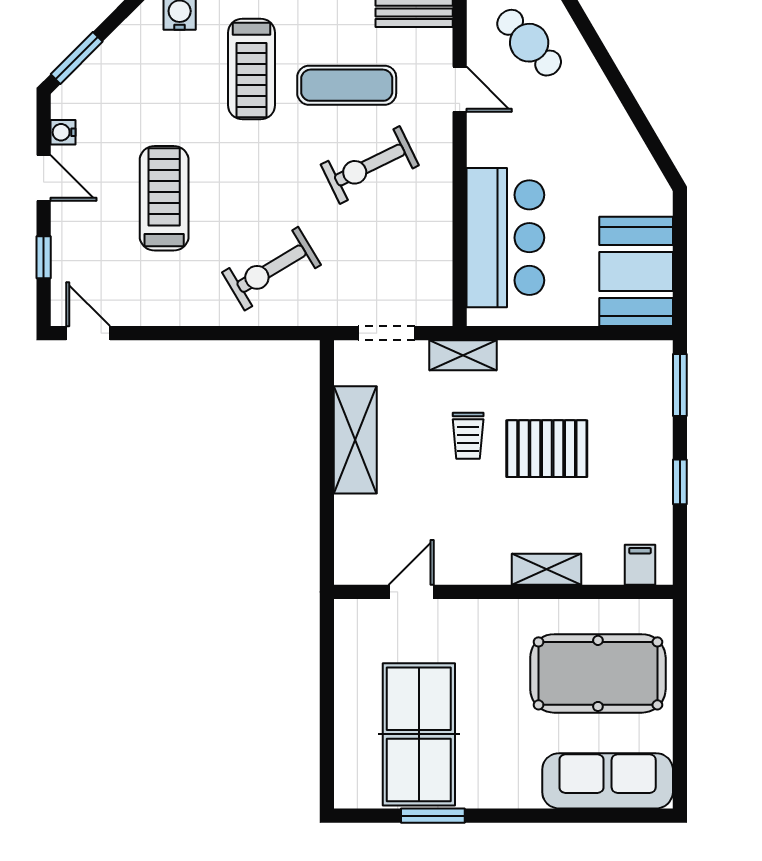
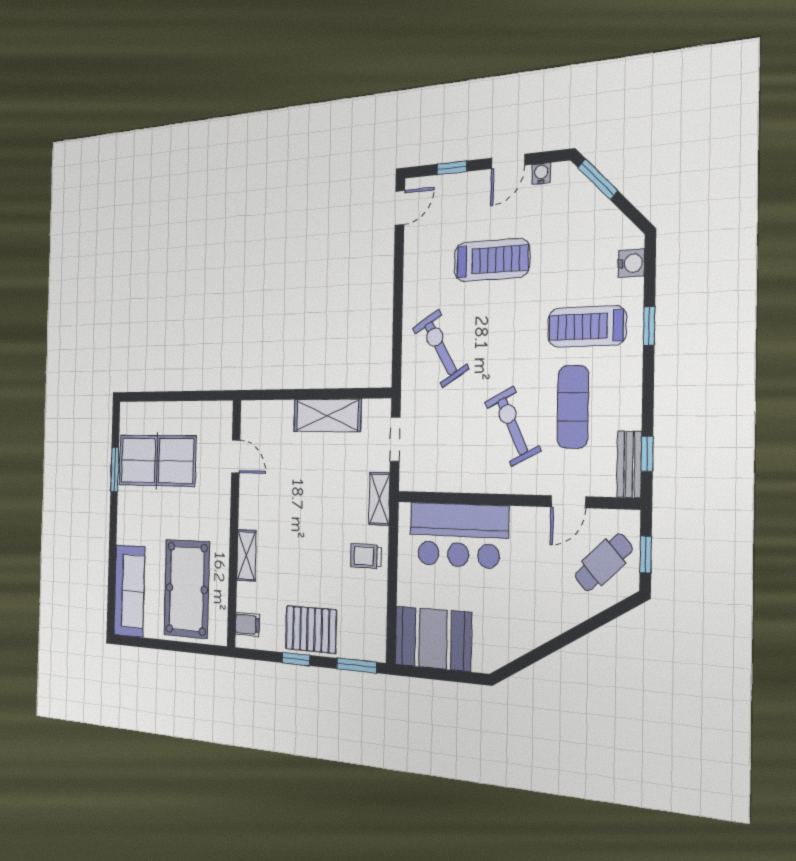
trolley: (468, 436) -> (366, 556), moved
pallet: (547, 449) -> (311, 629), moved, turned 90

